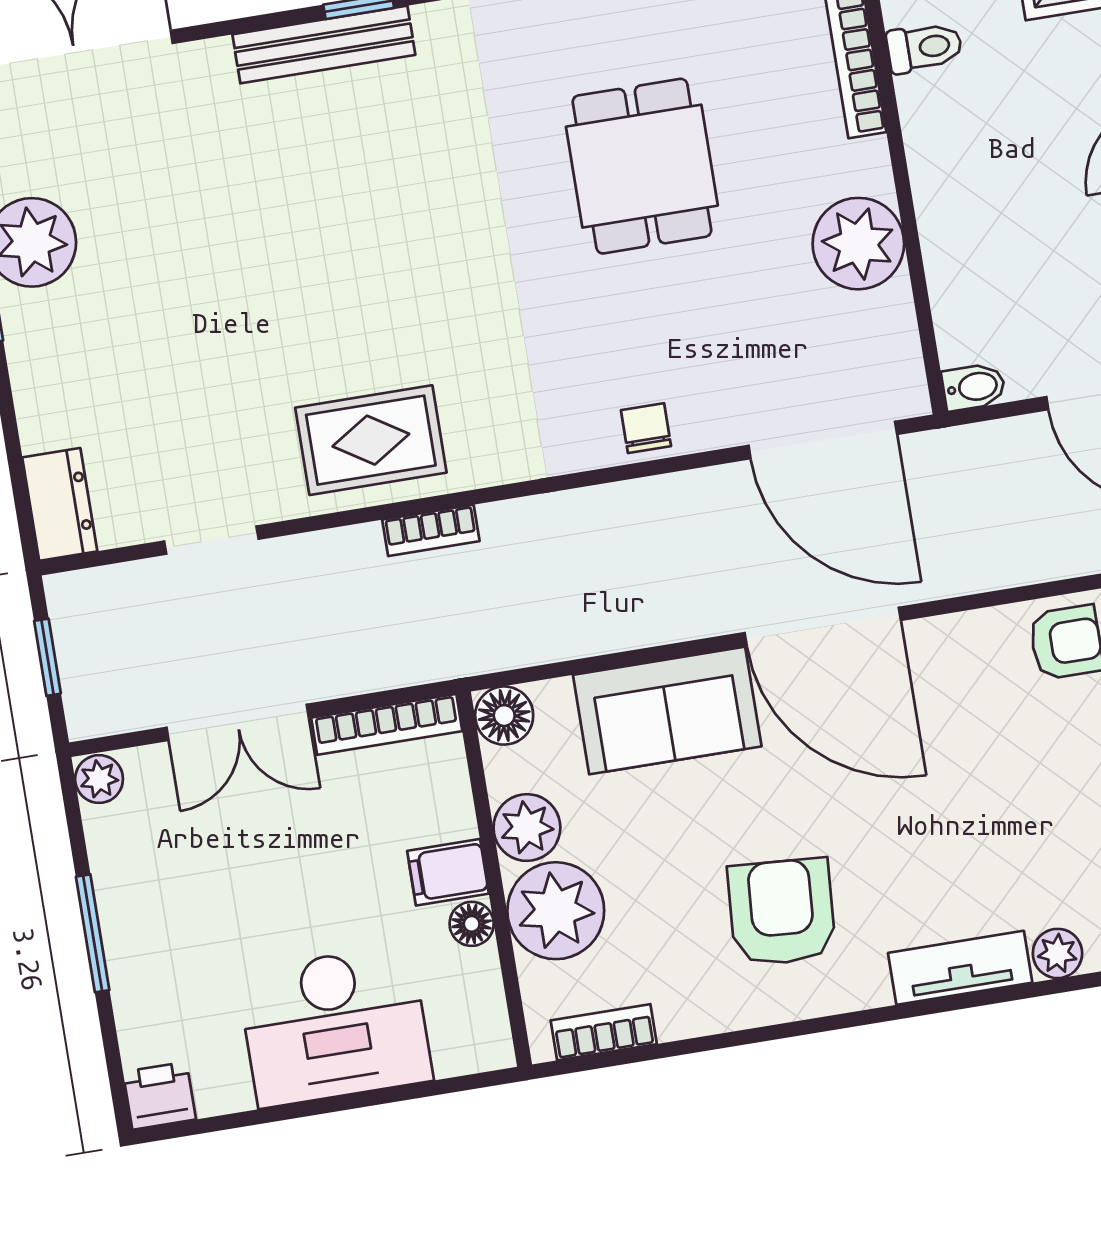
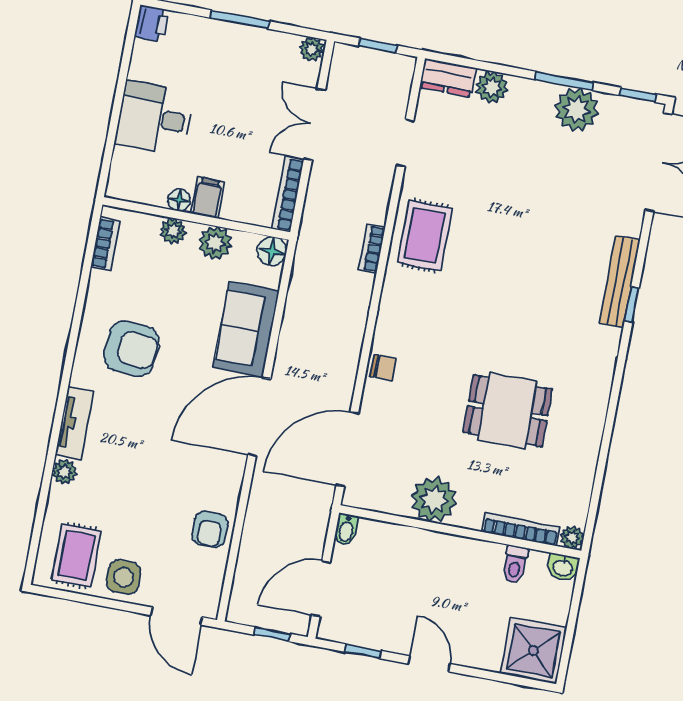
plant: (48, 416) -> (492, 87), added
plant: (556, 911) -> (173, 231), width x0.53, depth x0.53
desk: (335, 1026) -> (154, 118), width x0.73

